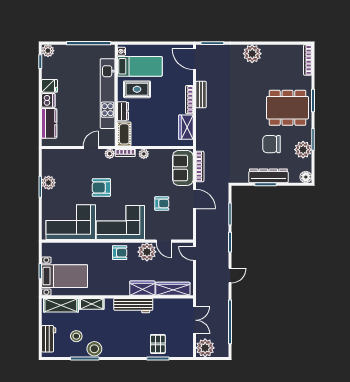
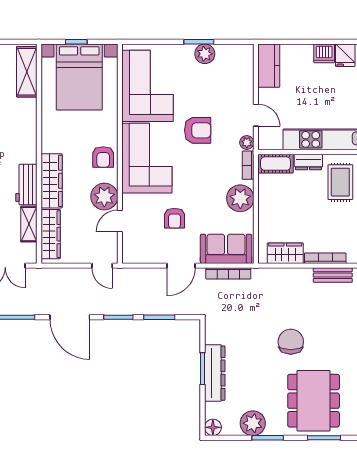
kitchen counter: (49, 123) -> (269, 66), moved, turned -90
chair: (272, 144) -> (291, 342), moved
plant: (144, 154) -> (240, 198), width x1.88, depth x1.88
armchair: (101, 187) -> (198, 130), turned 90
door: (194, 253) -> (102, 266), swing flipped
bed with nightstands: (65, 276) -> (79, 77), width x1.36
door: (230, 276) -> (70, 317), width x1.87
wardrobe: (142, 288) -> (52, 181), width x1.50
shelving: (92, 304) -> (29, 224), moved
workbench: (133, 306) -> (26, 184), width x0.73

